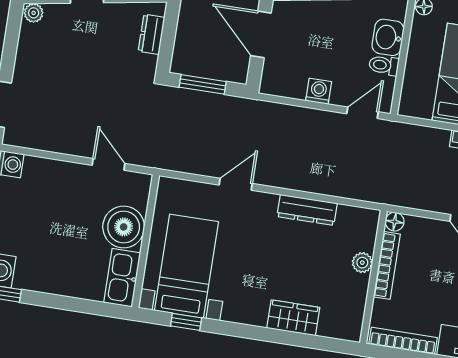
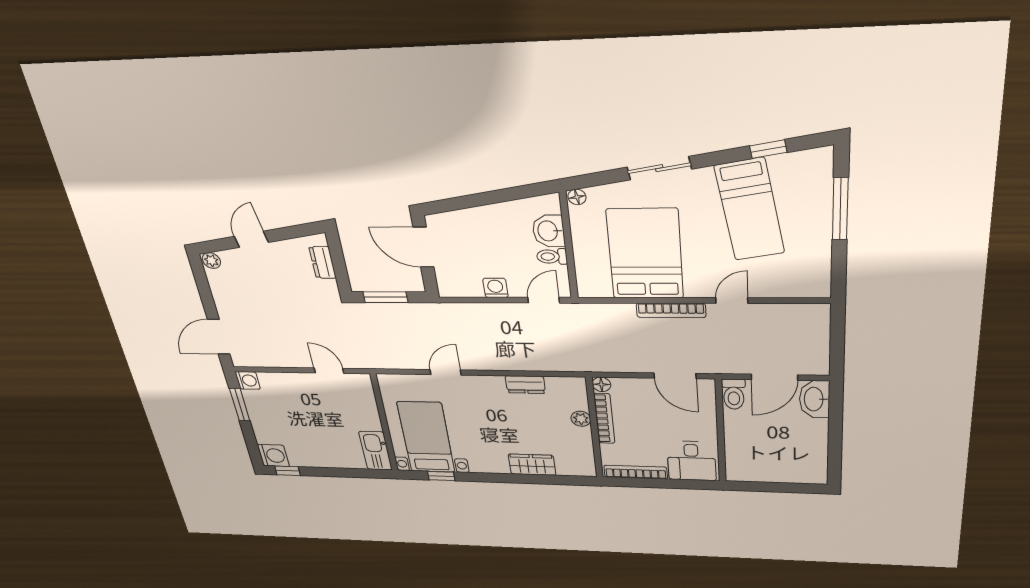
dresser: (307, 210) -> (525, 385), width x0.70
boiler: (124, 227) -> (361, 415), removed

